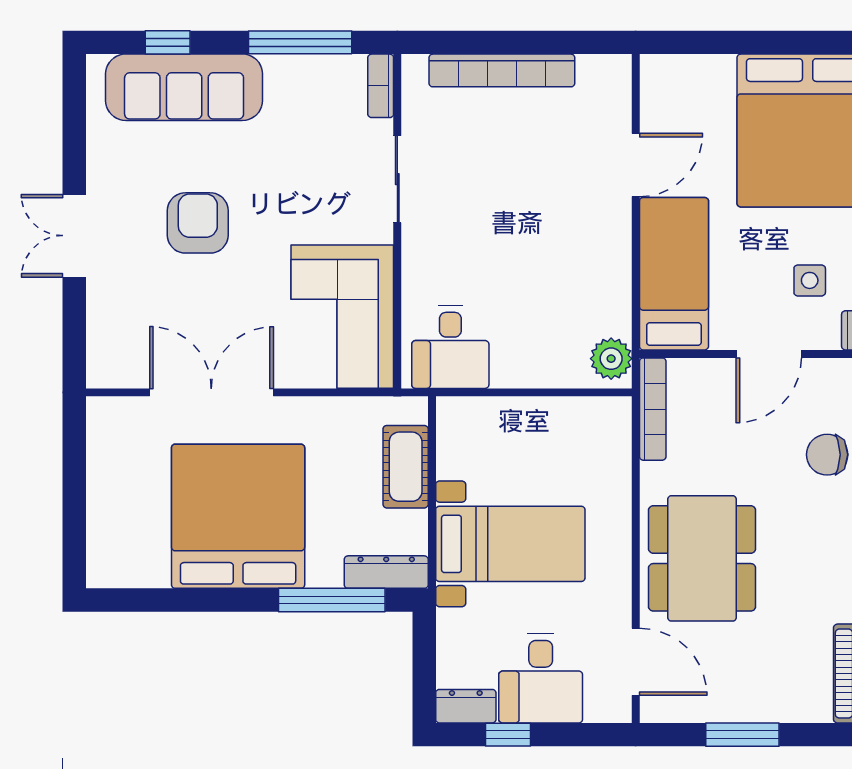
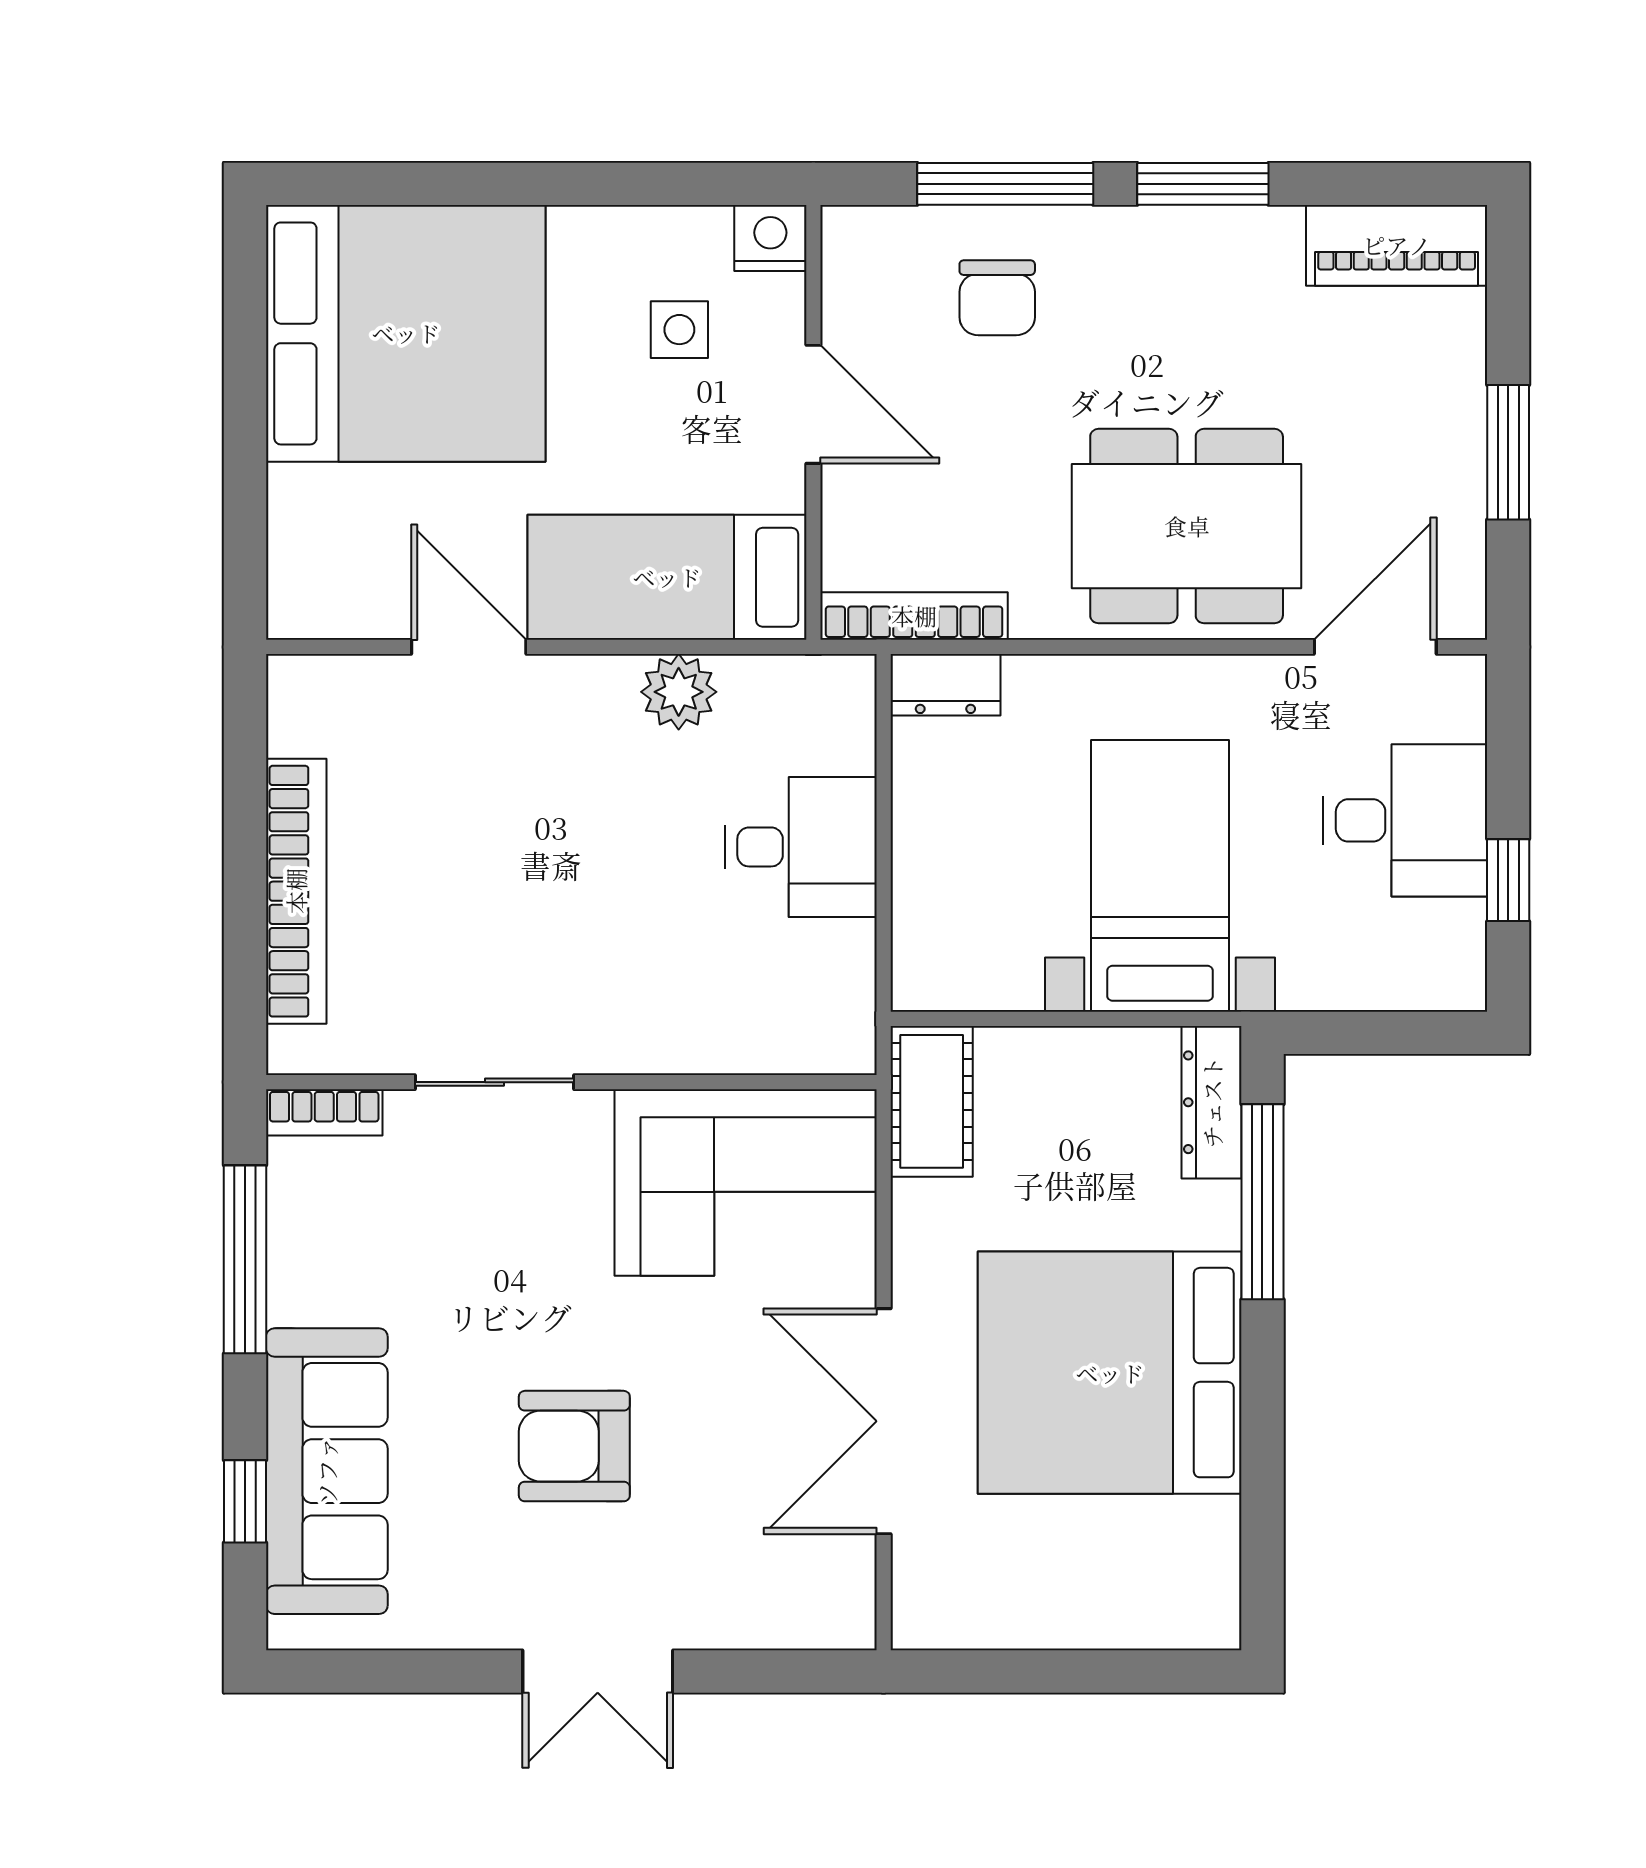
desk: (450, 347) -> (801, 847), moved
plant: (611, 359) -> (679, 692), moved
cot: (406, 467) -> (932, 1101), moved, turned 90
dresser: (466, 706) -> (945, 685), moved, turned -90

